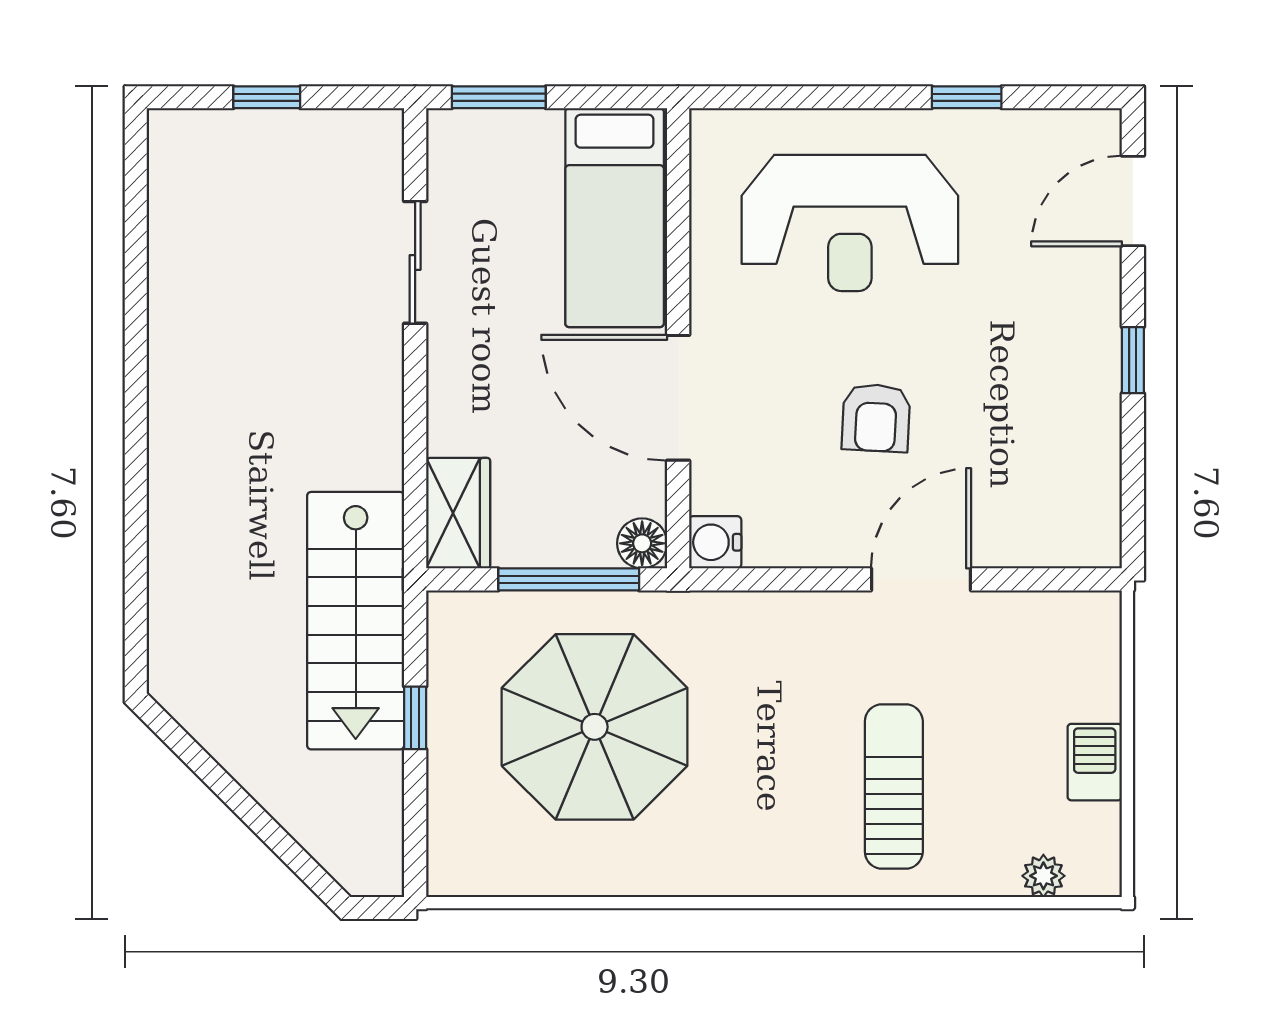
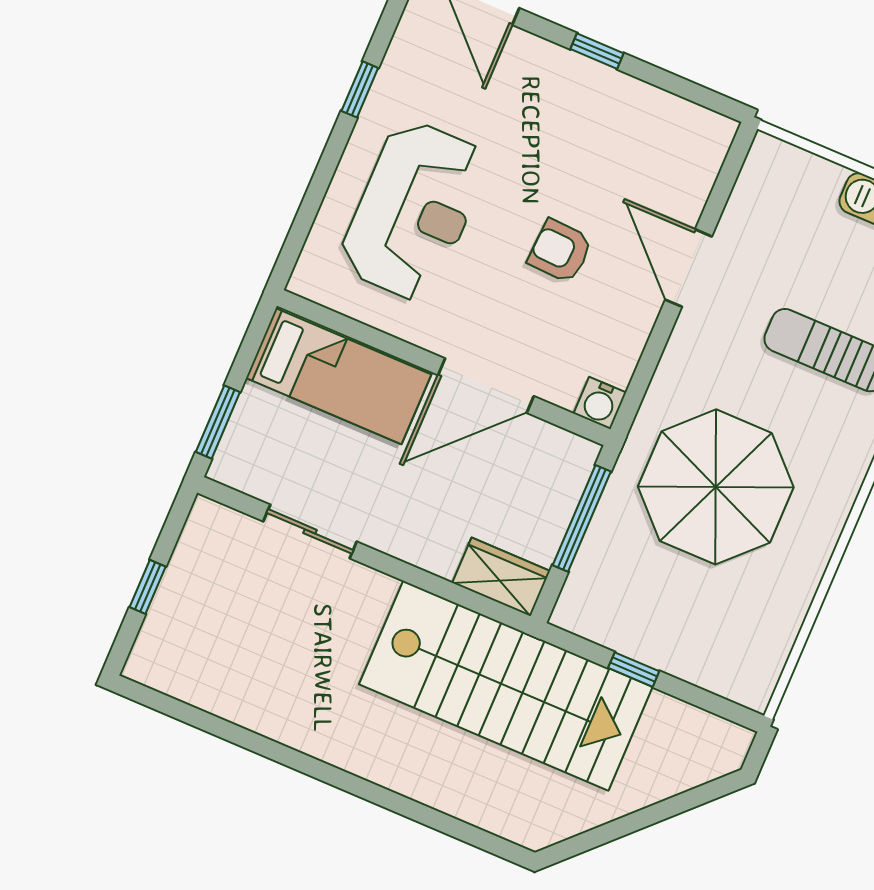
armchair: (876, 418) -> (560, 251), turned 180
floor lamp: (642, 543) -> (578, 455), removed
stairs: (356, 621) -> (506, 686), width x1.36, depth x1.51
parasol: (595, 727) -> (716, 487), moved

